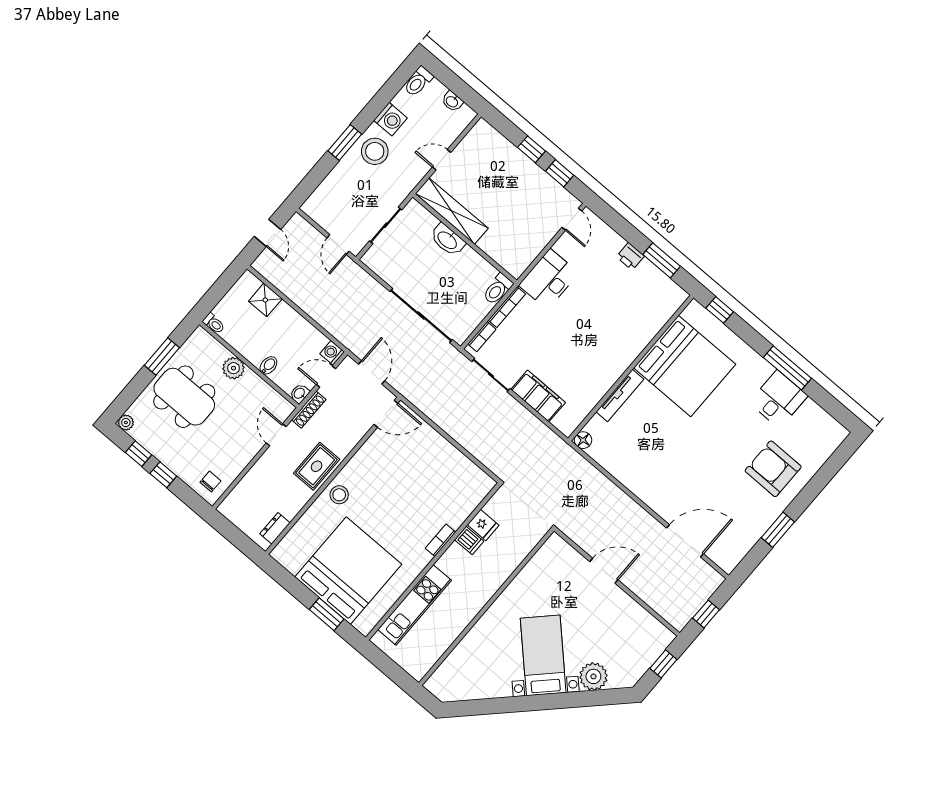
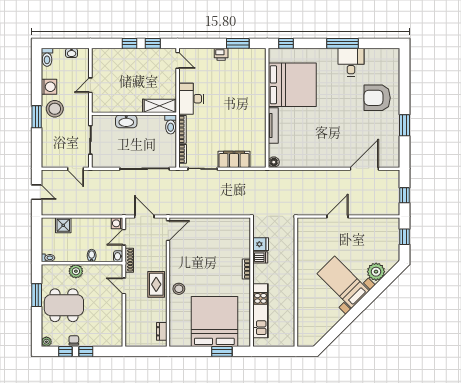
shelving: (452, 211) -> (160, 106), moved, width x0.68
chair: (211, 482) -> (74, 340), moved

